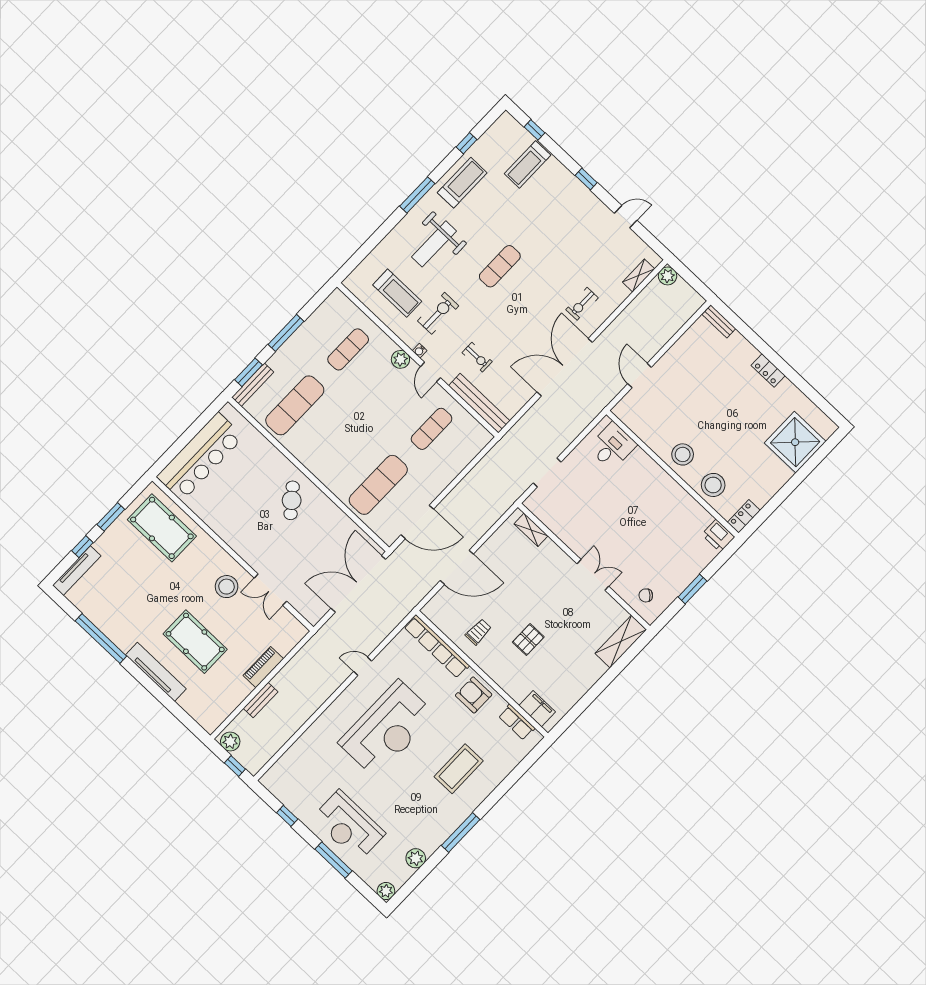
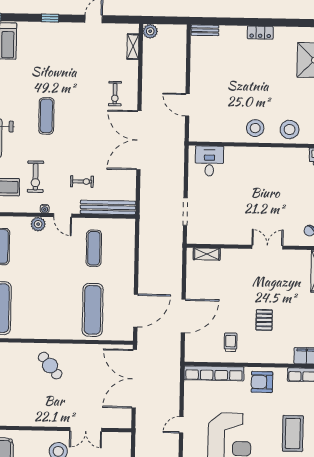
exercise bike: (438, 313) -> (35, 177), turned 180

